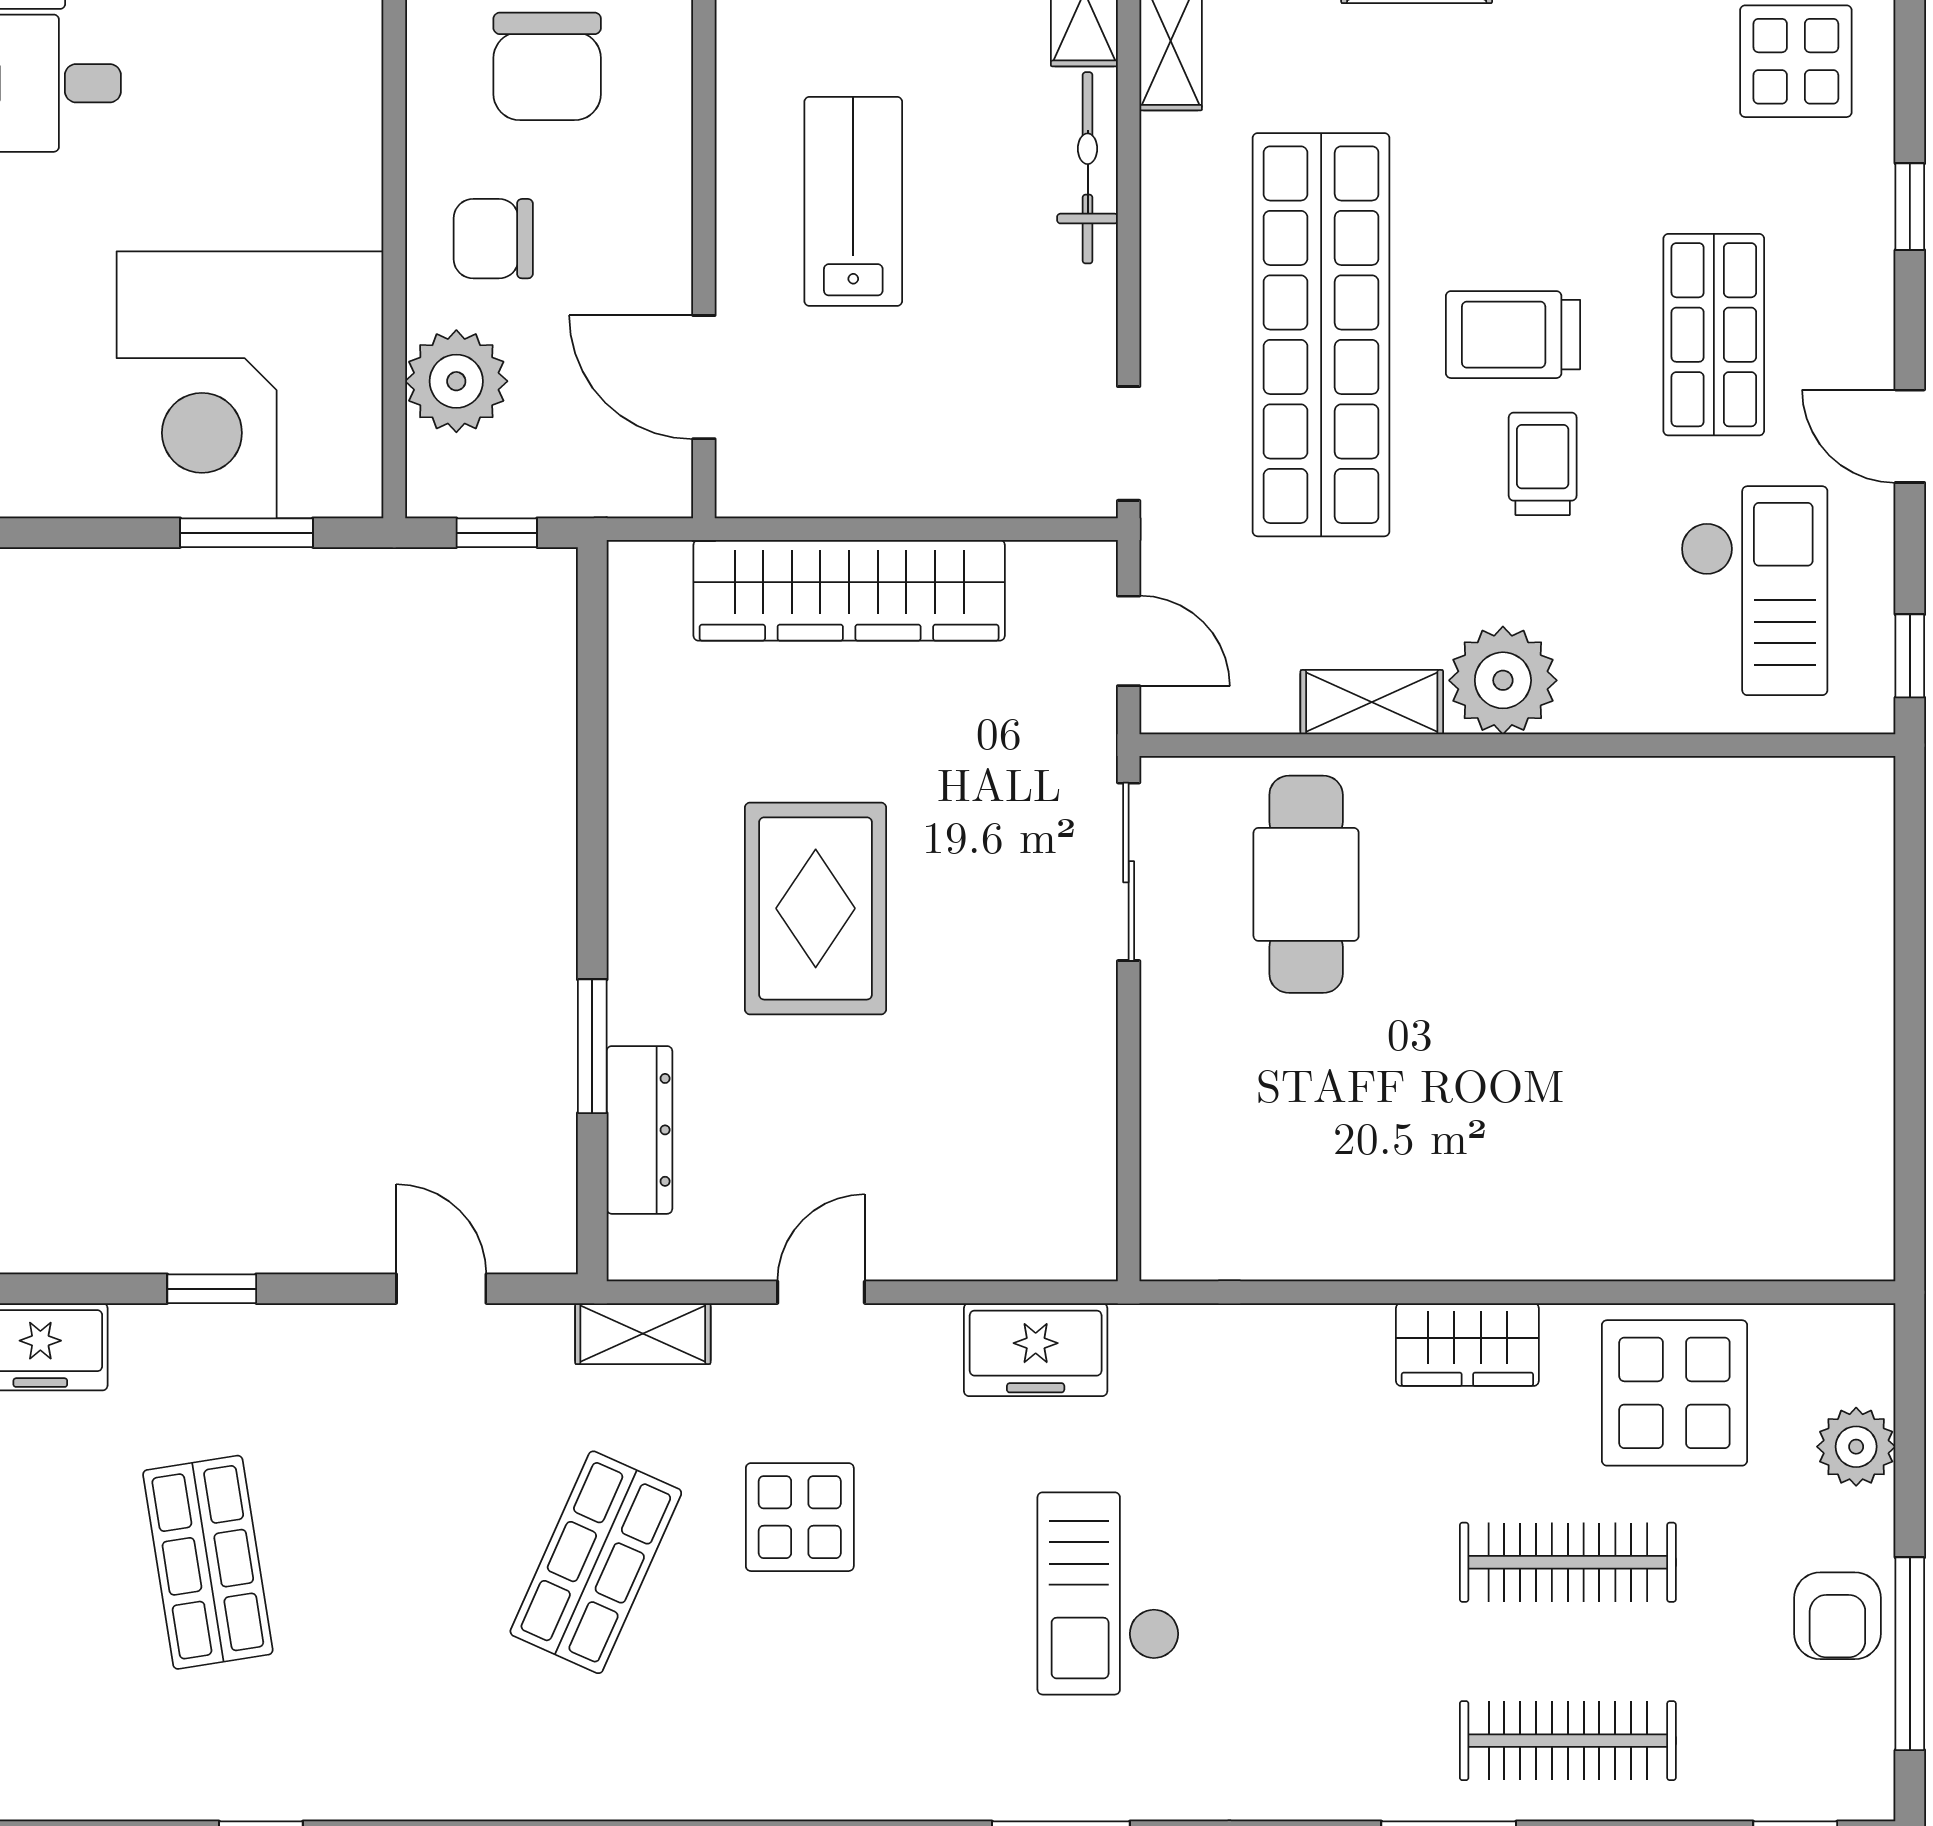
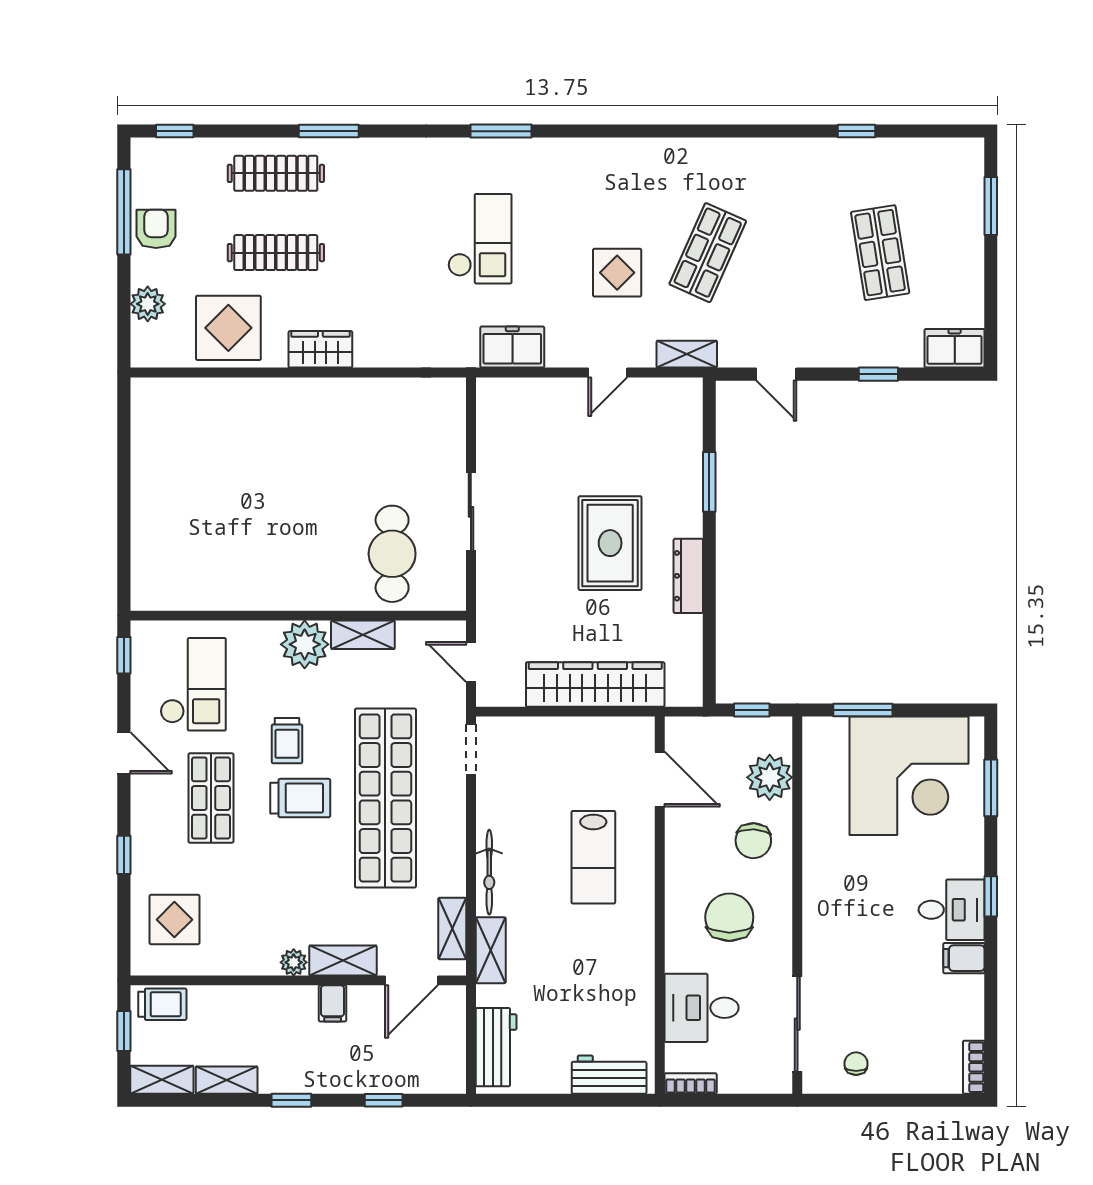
chair: (493, 239) -> (753, 841), turned 93
corner desk: (250, 385) -> (909, 776), moved, turned 90
checkout: (1754, 591) -> (193, 684), turned 180
sliding door: (1129, 872) -> (471, 512), moved
dresser: (639, 1130) -> (688, 576), moved

